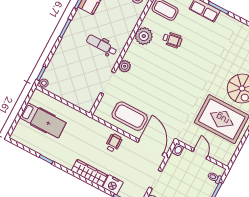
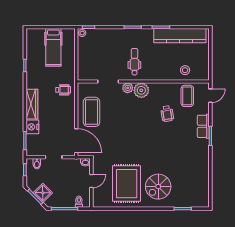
plant: (144, 36) -> (141, 90), moved
wheelchair: (114, 143) -> (63, 90), moved
door: (151, 147) -> (76, 141), hinge flipped

